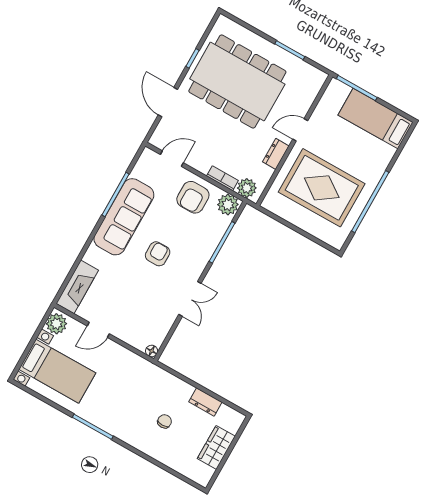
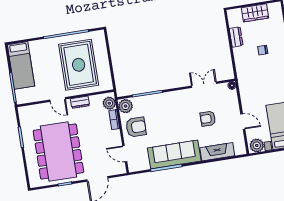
armchair: (158, 254) -> (208, 119), moved
fireplace: (77, 287) -> (217, 152), moved
double door: (190, 299) -> (204, 85), moved

